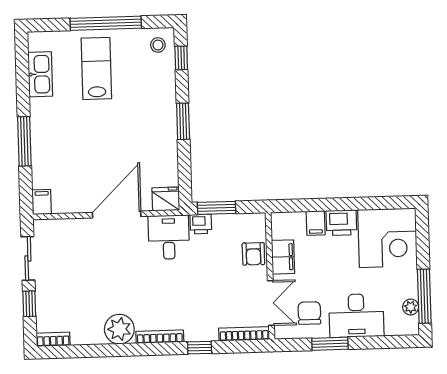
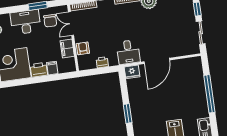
window: (24, 141) -> (209, 94), width x1.46
filing cabinet: (42, 202) -> (197, 63), removed
window: (216, 208) -> (105, 70), removed
printer: (201, 224) -> (102, 62), moved

